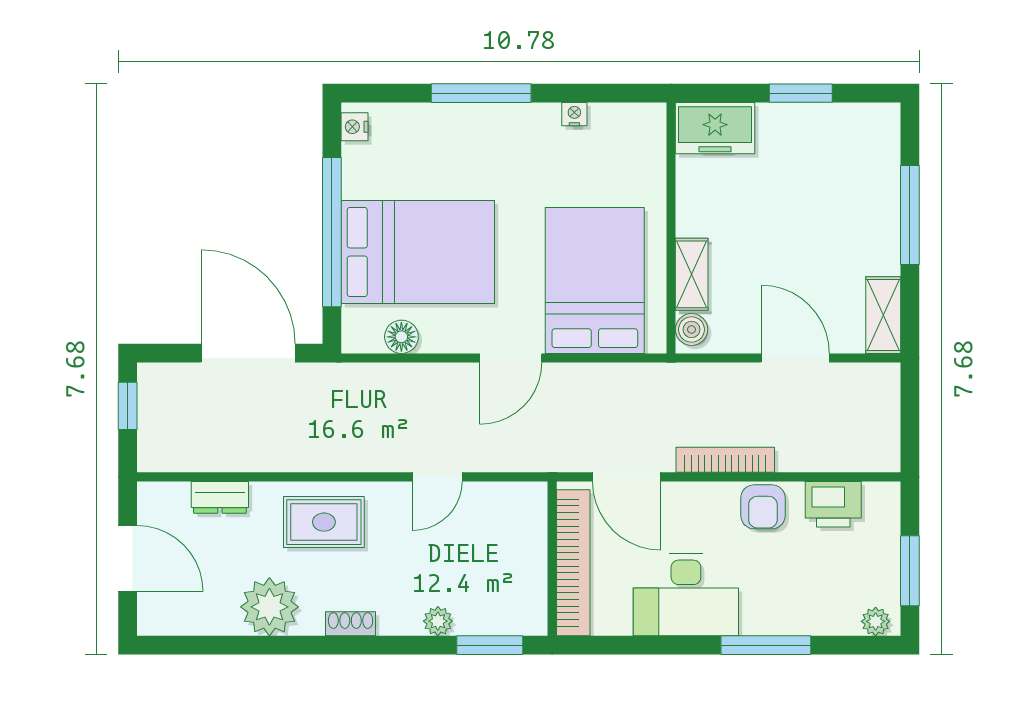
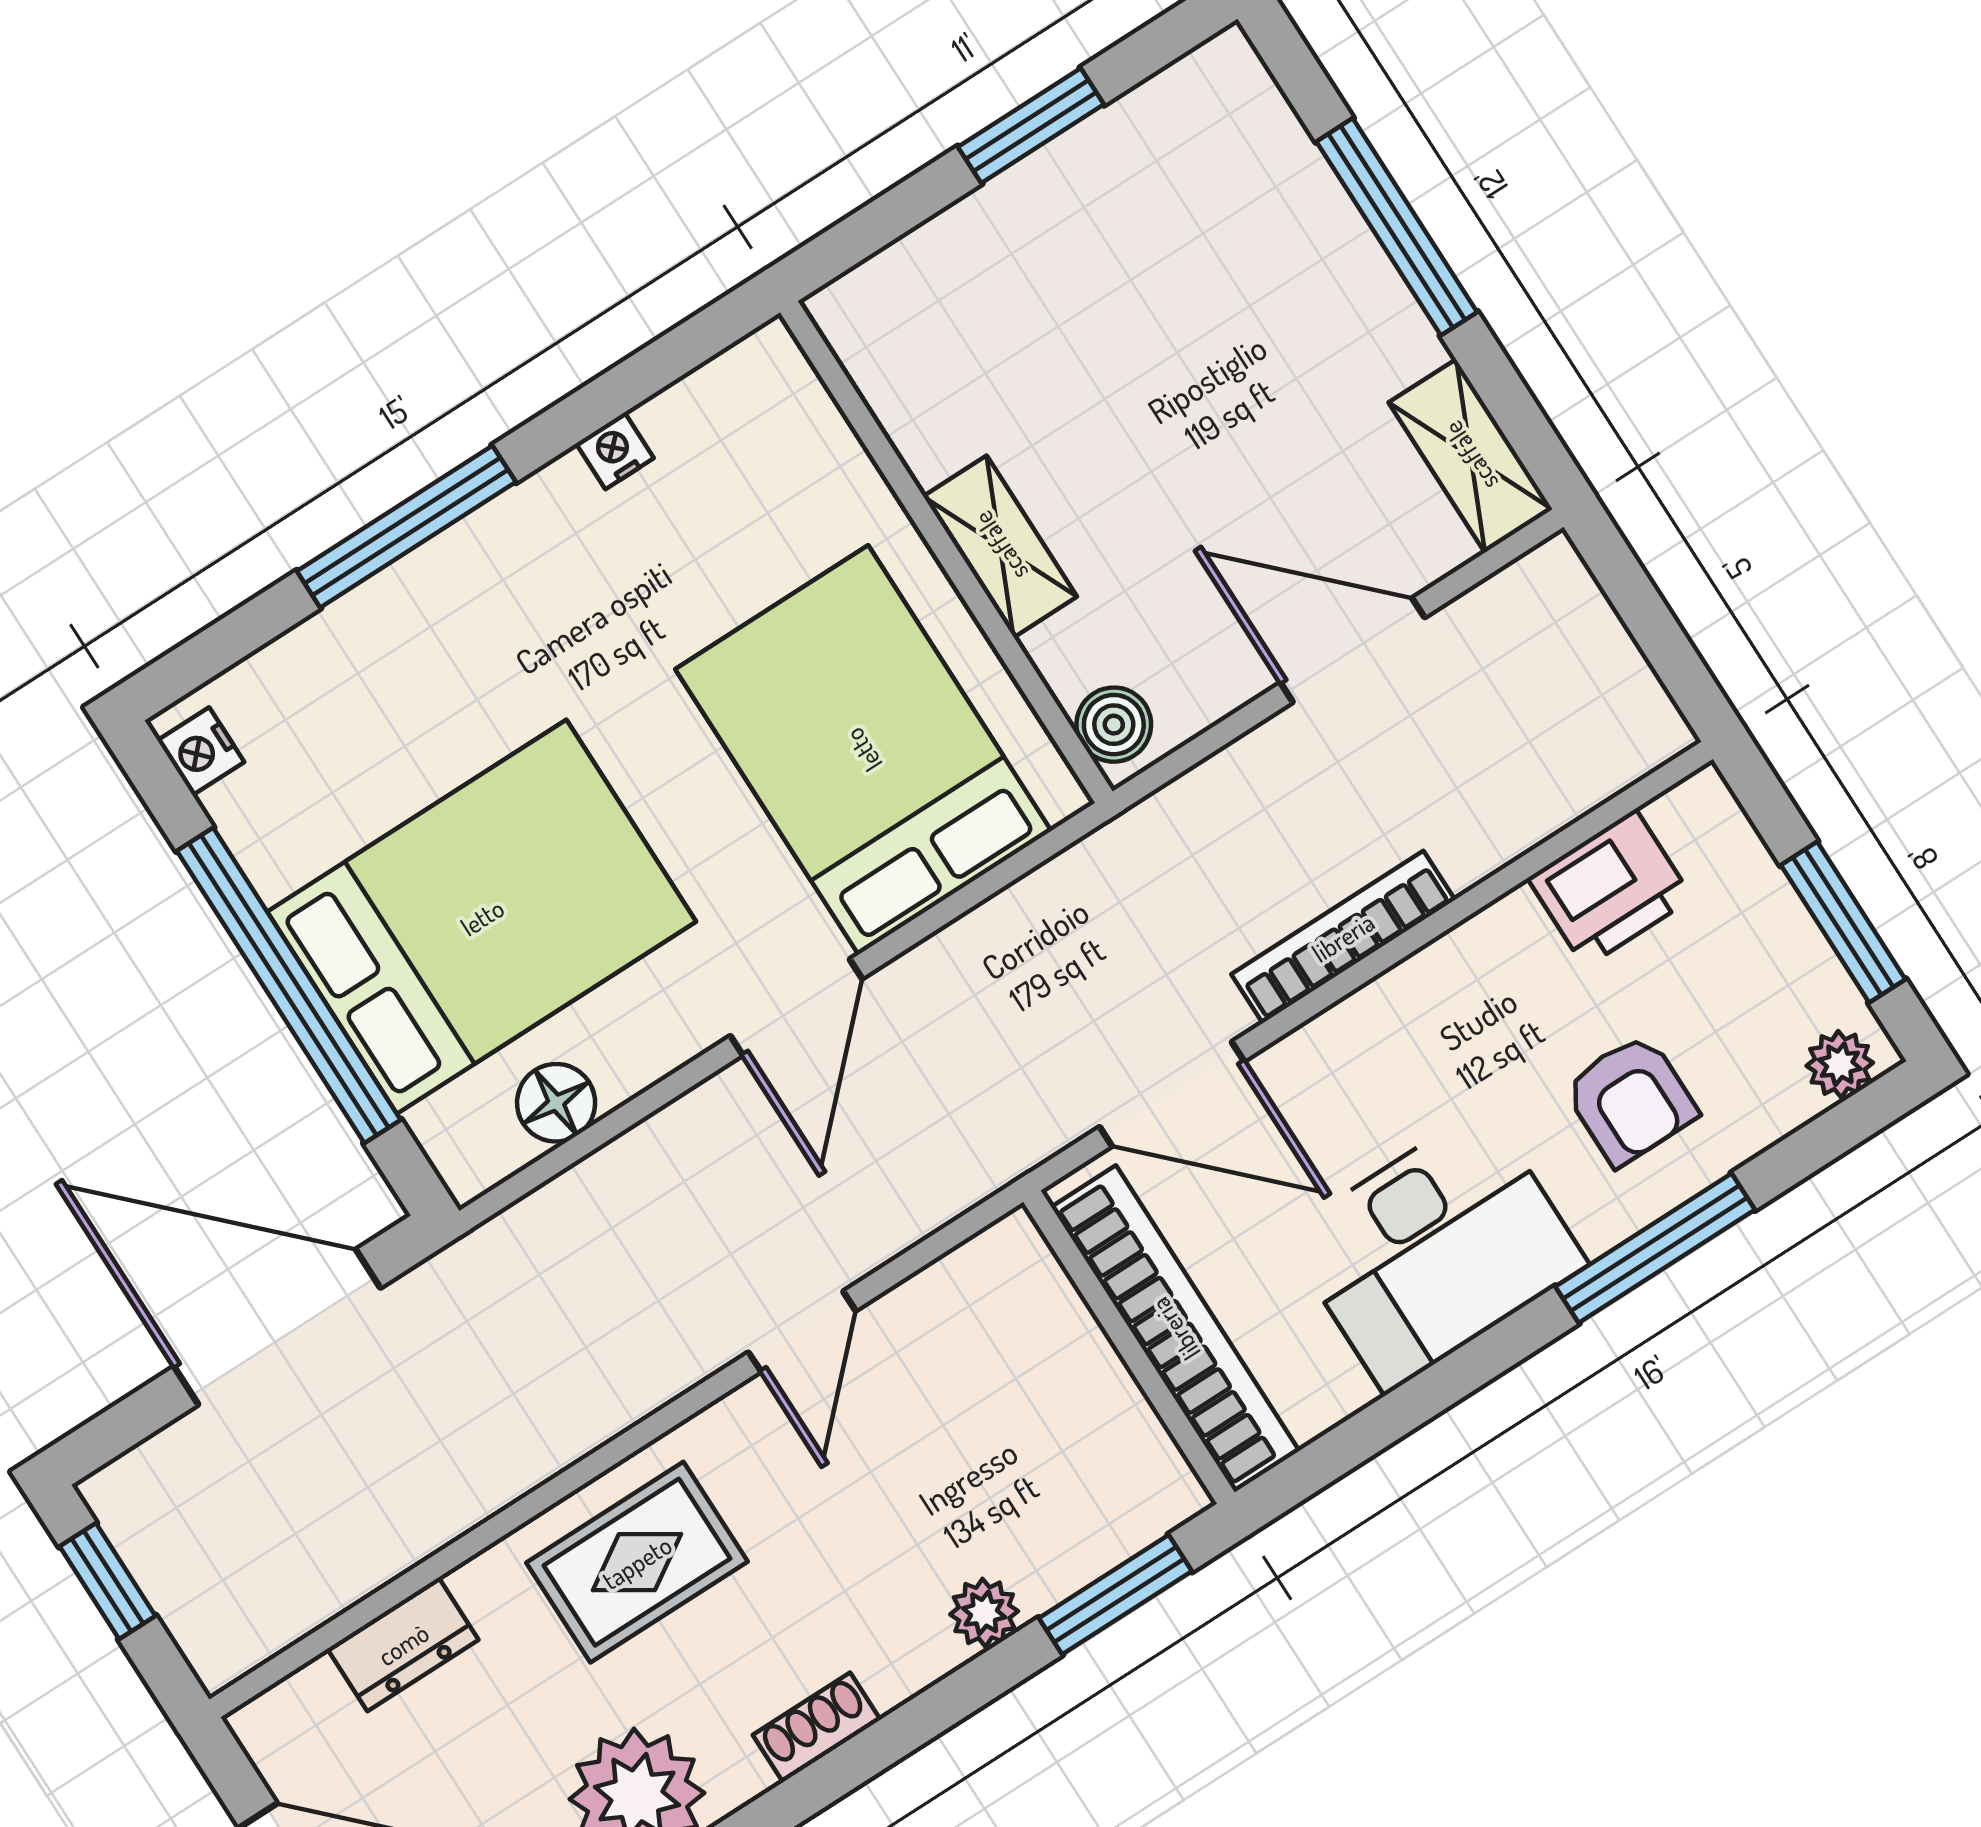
freezer: (715, 128) -> (907, 302), removed
shelving: (692, 274) -> (1000, 546), moved
armchair: (763, 507) -> (1630, 1100), moved

